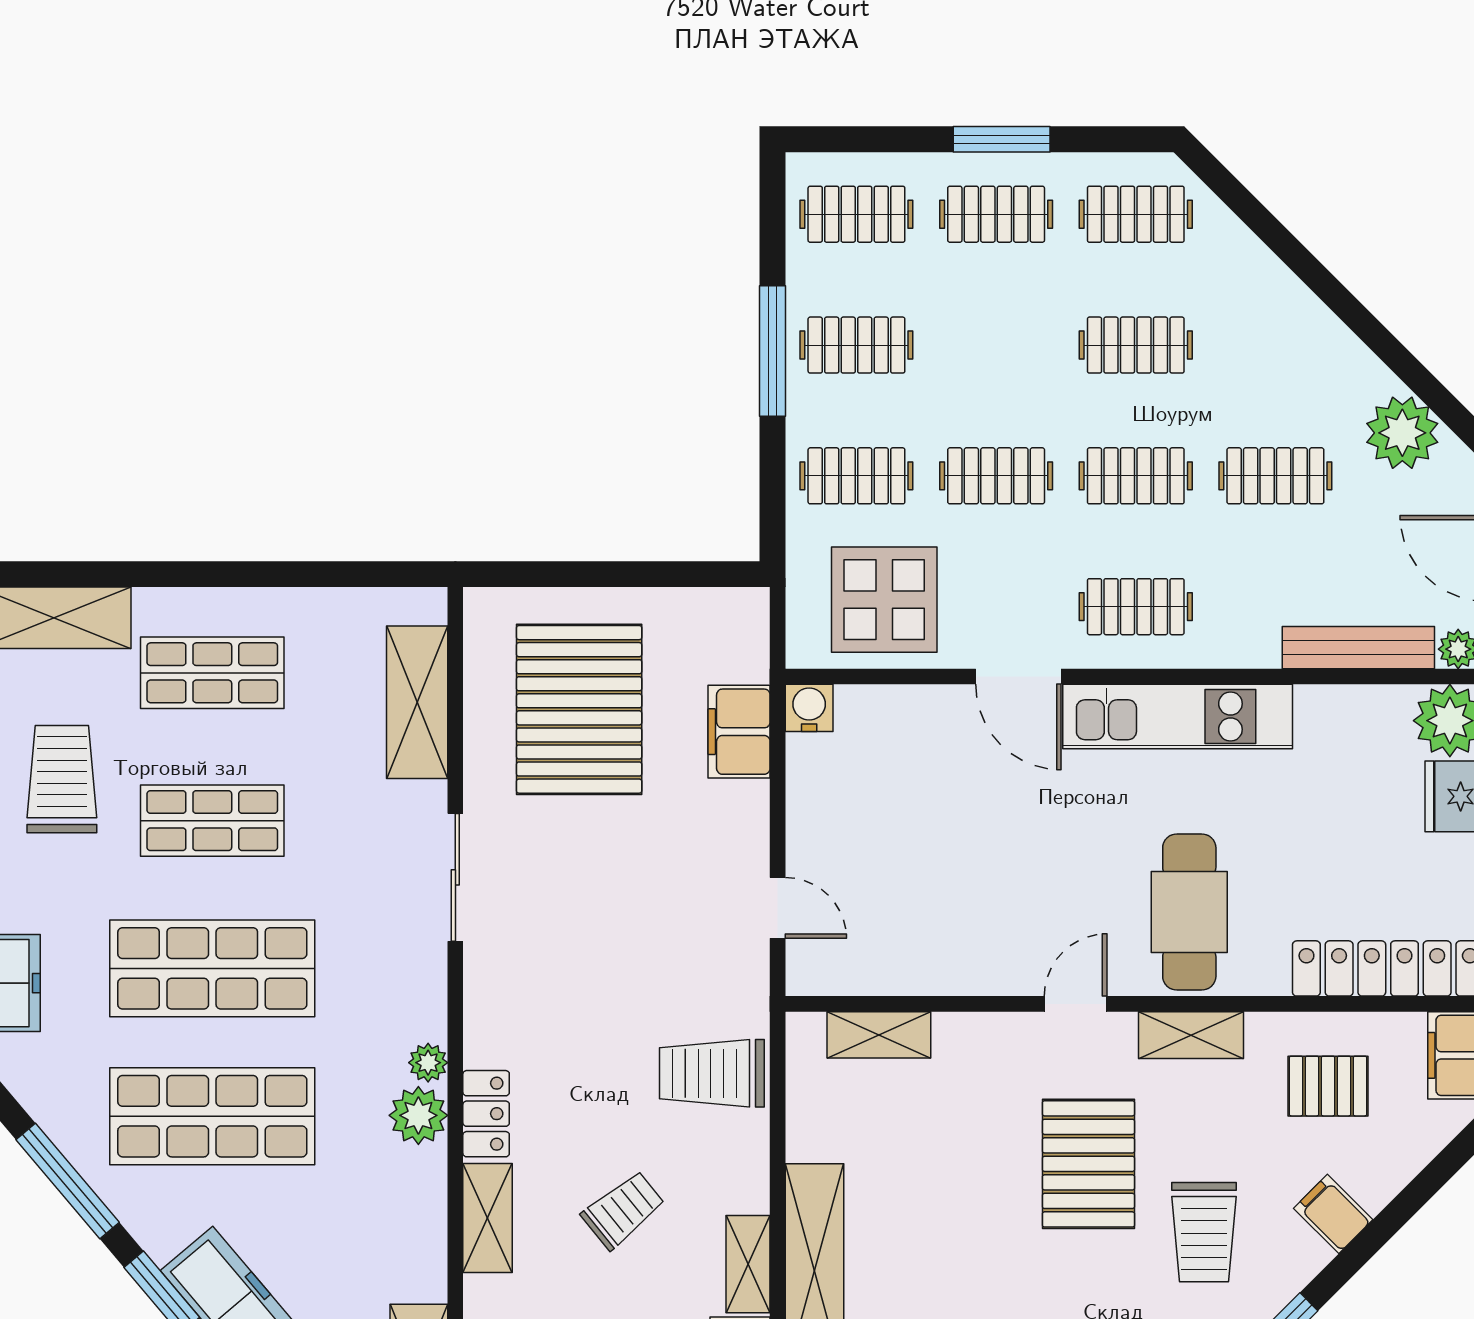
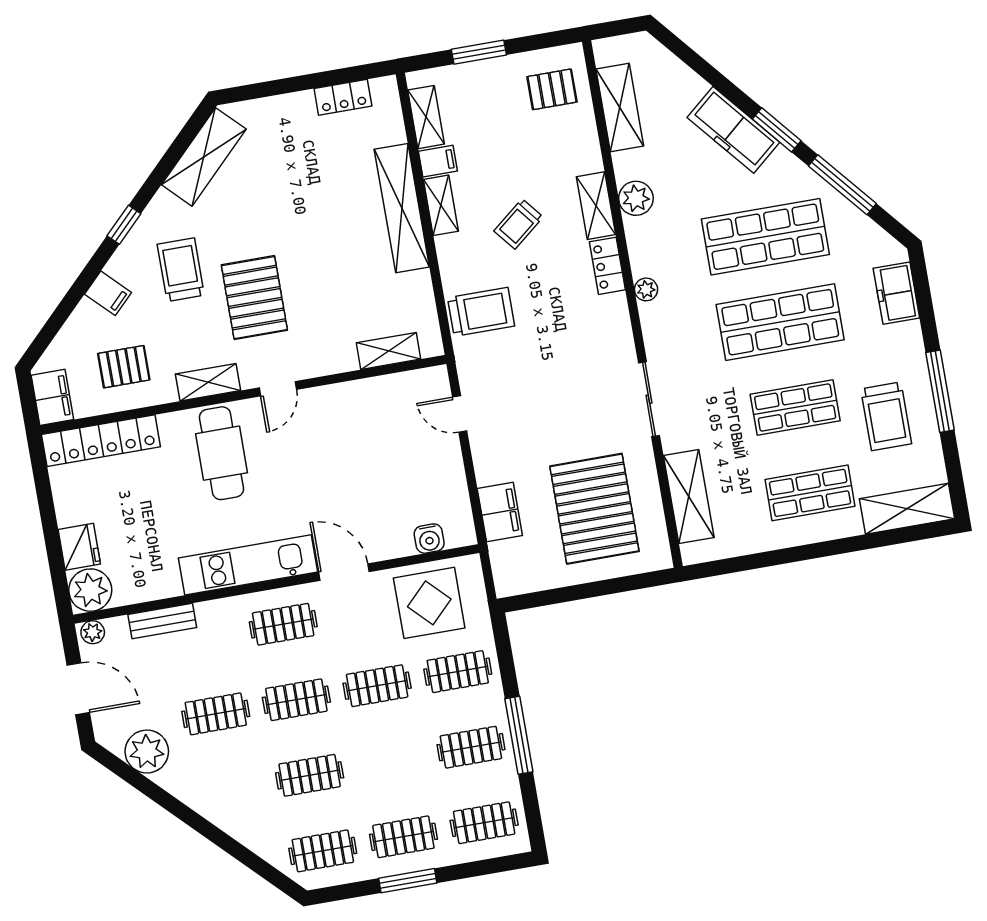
bench: (1358, 648) -> (162, 621), width x0.73
water cooler: (809, 708) -> (429, 539), moved
plant: (418, 1115) -> (636, 198), moved

